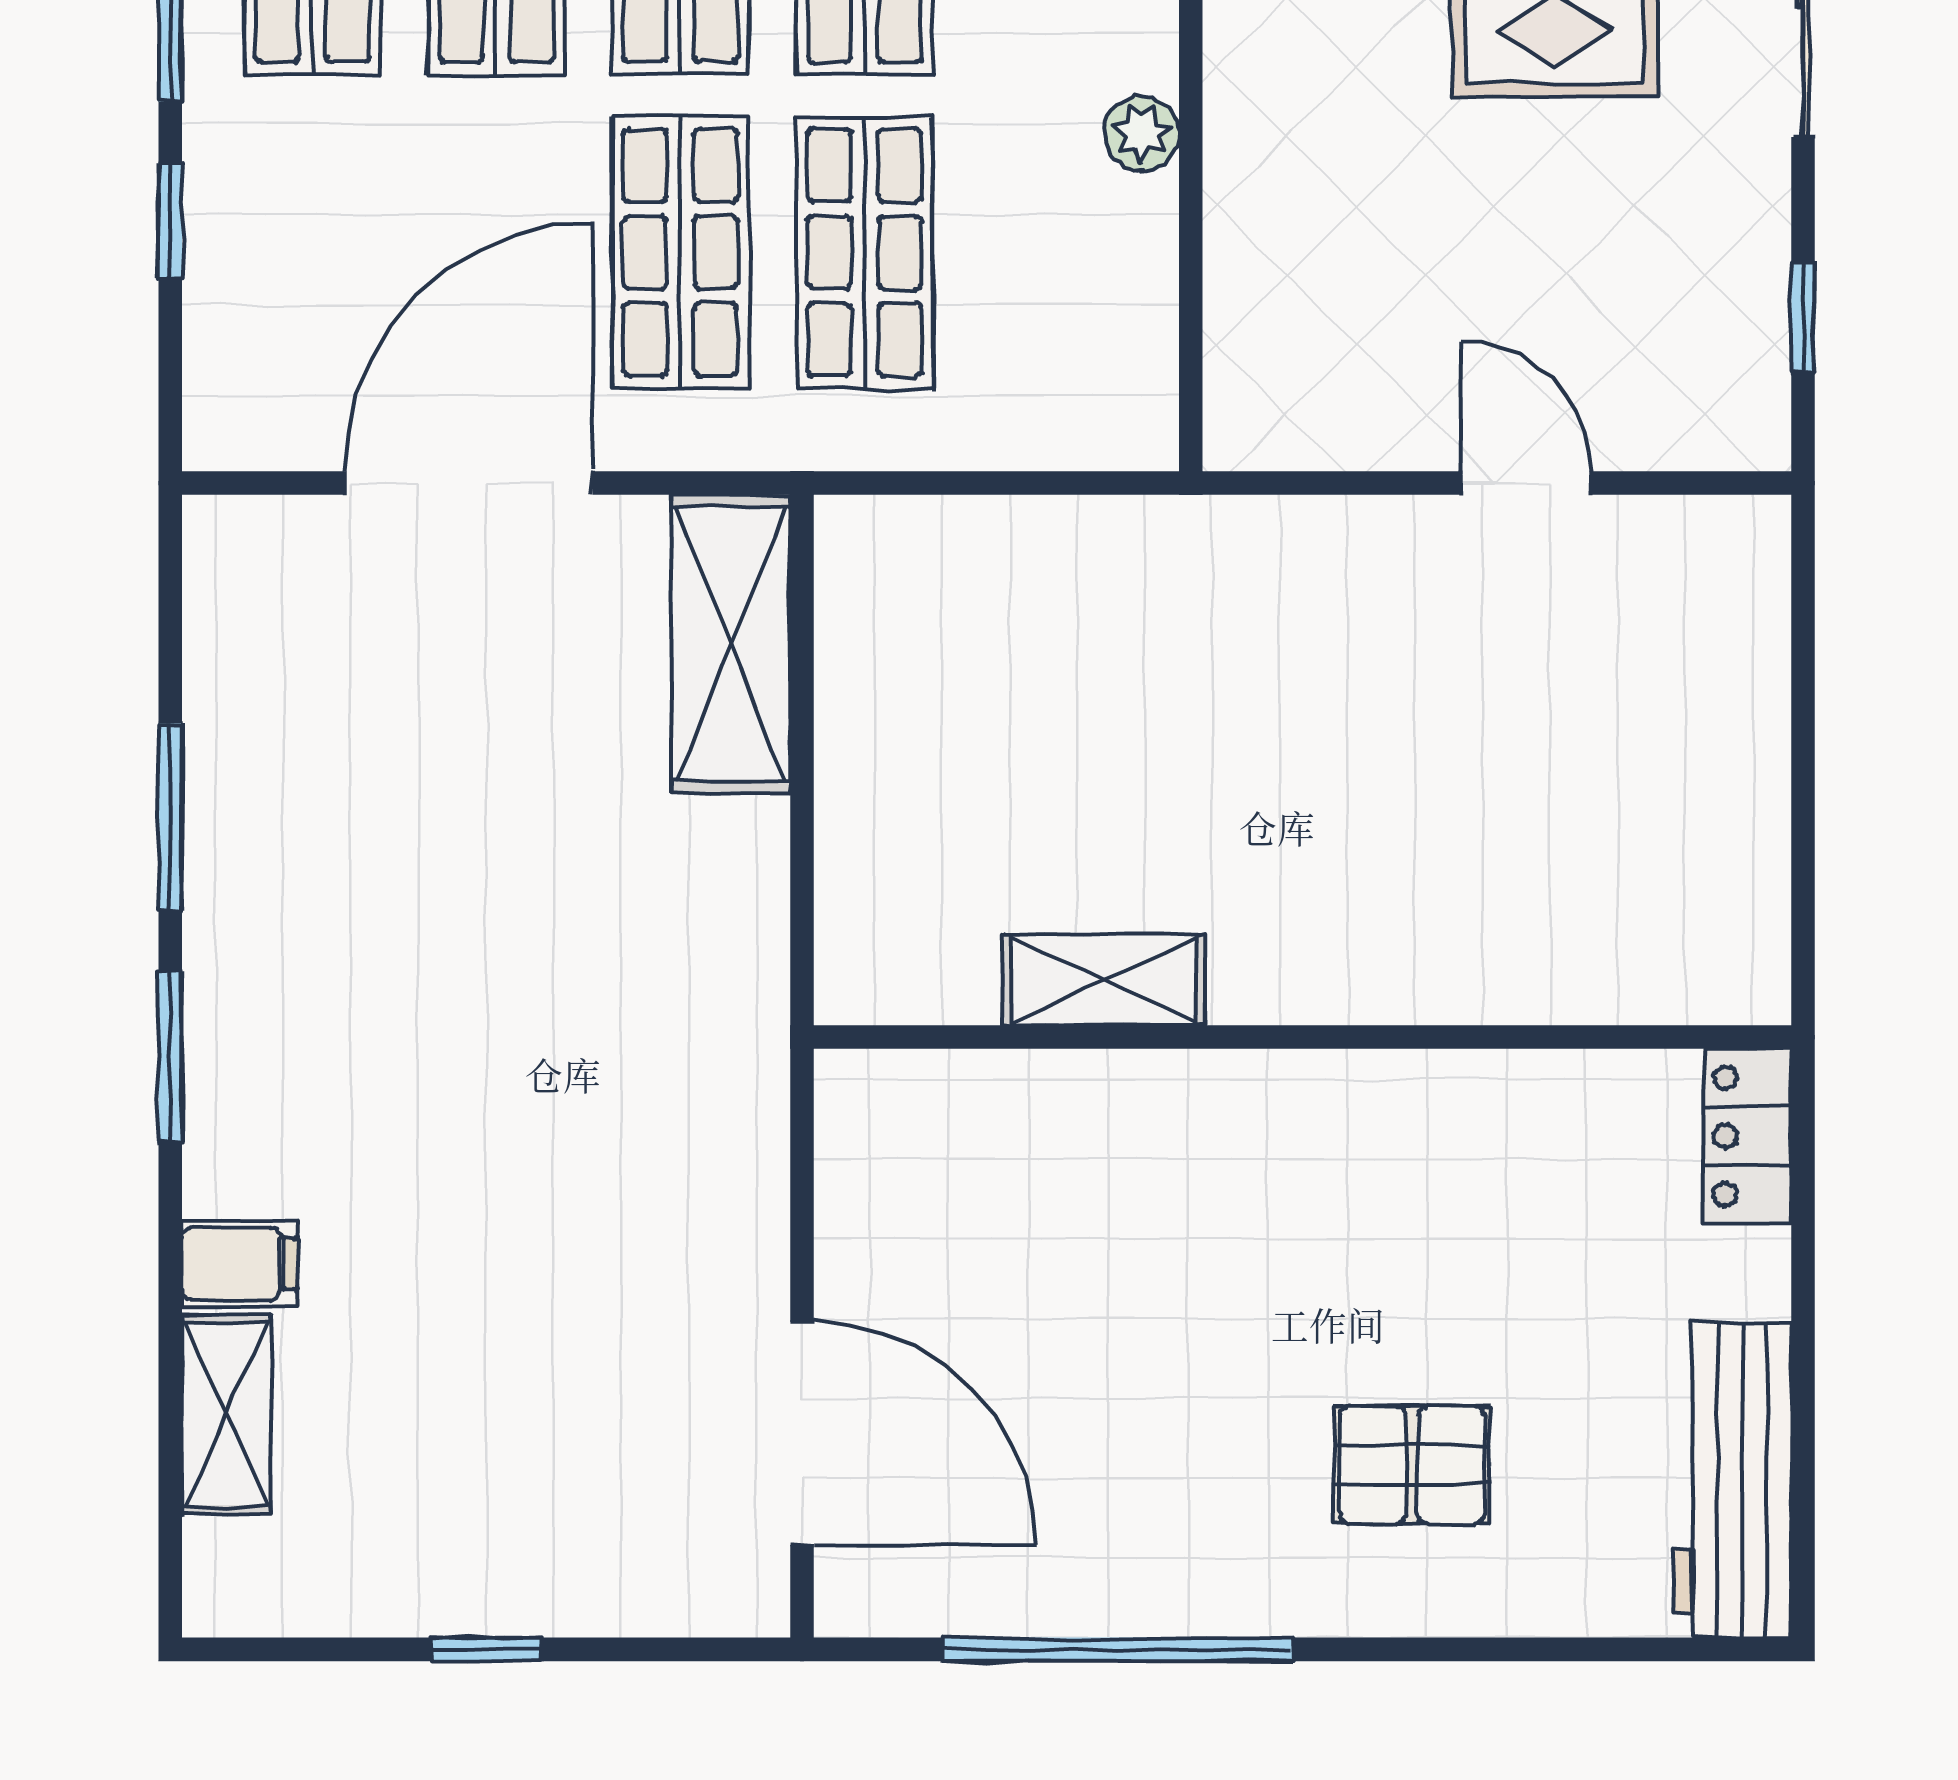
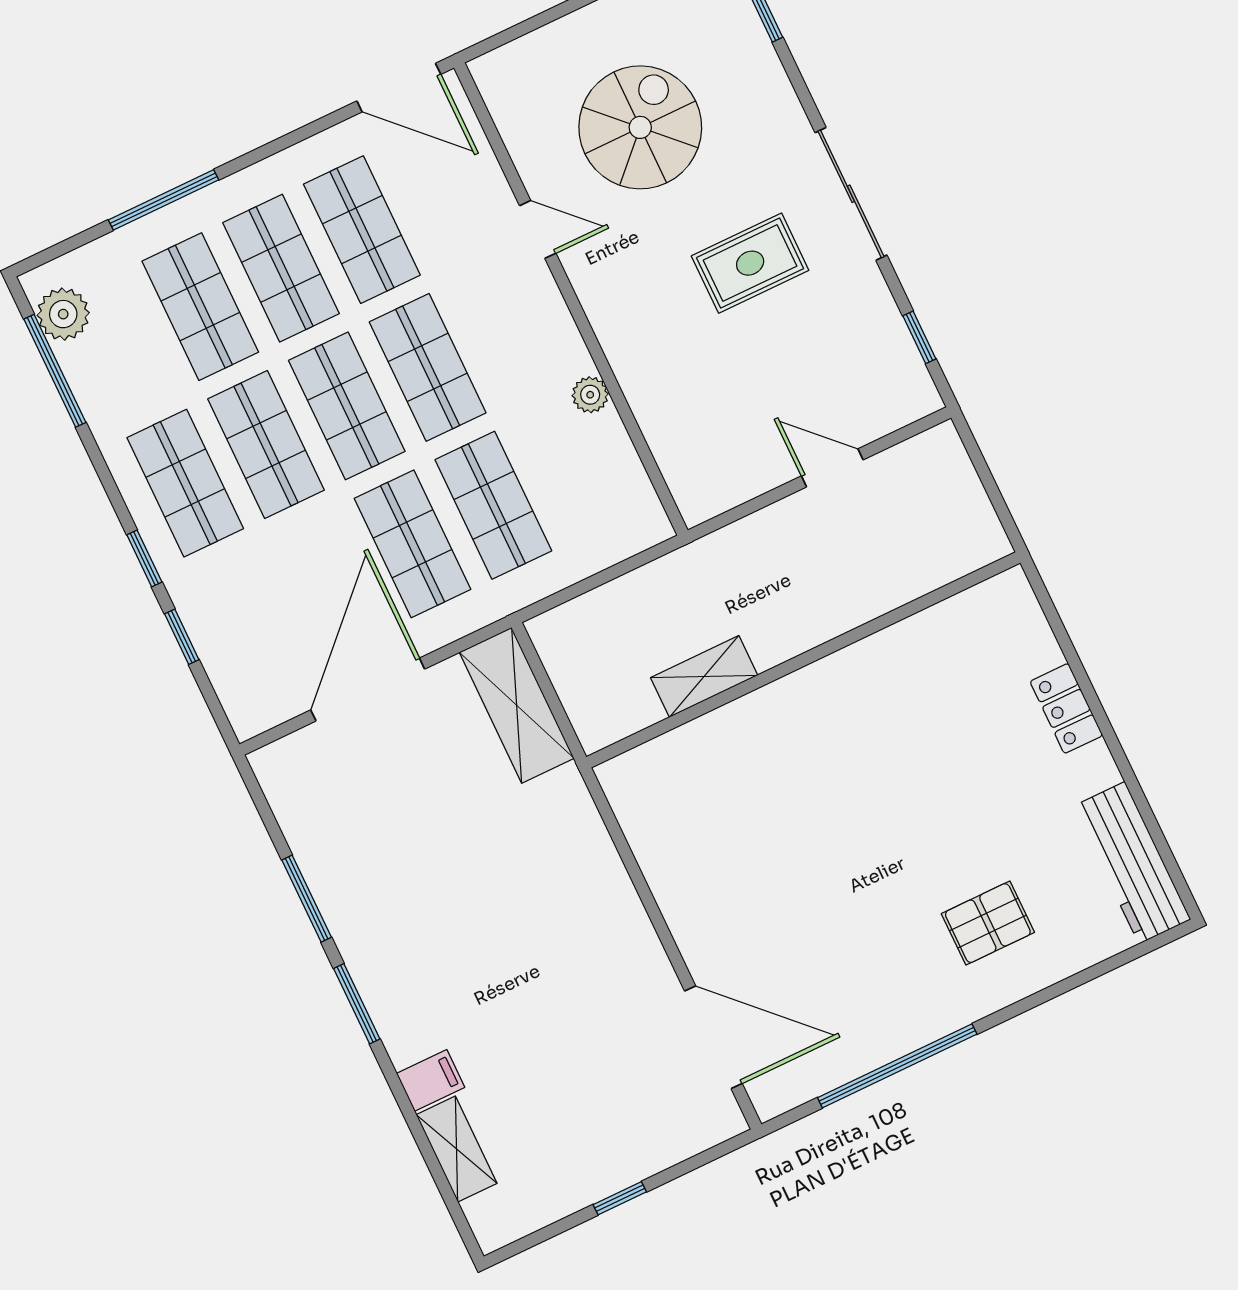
shelving: (1104, 980) -> (704, 676), moved
wall: (1303, 1037) -> (803, 660), moved

